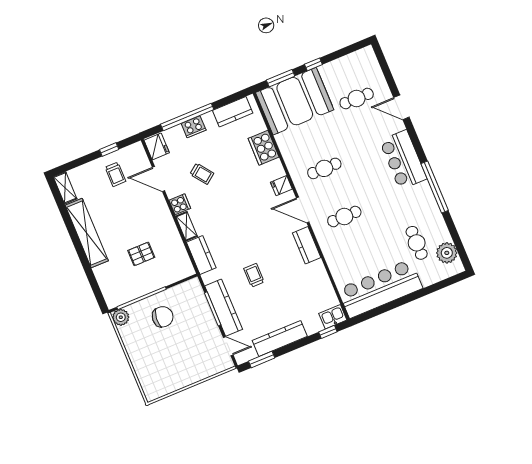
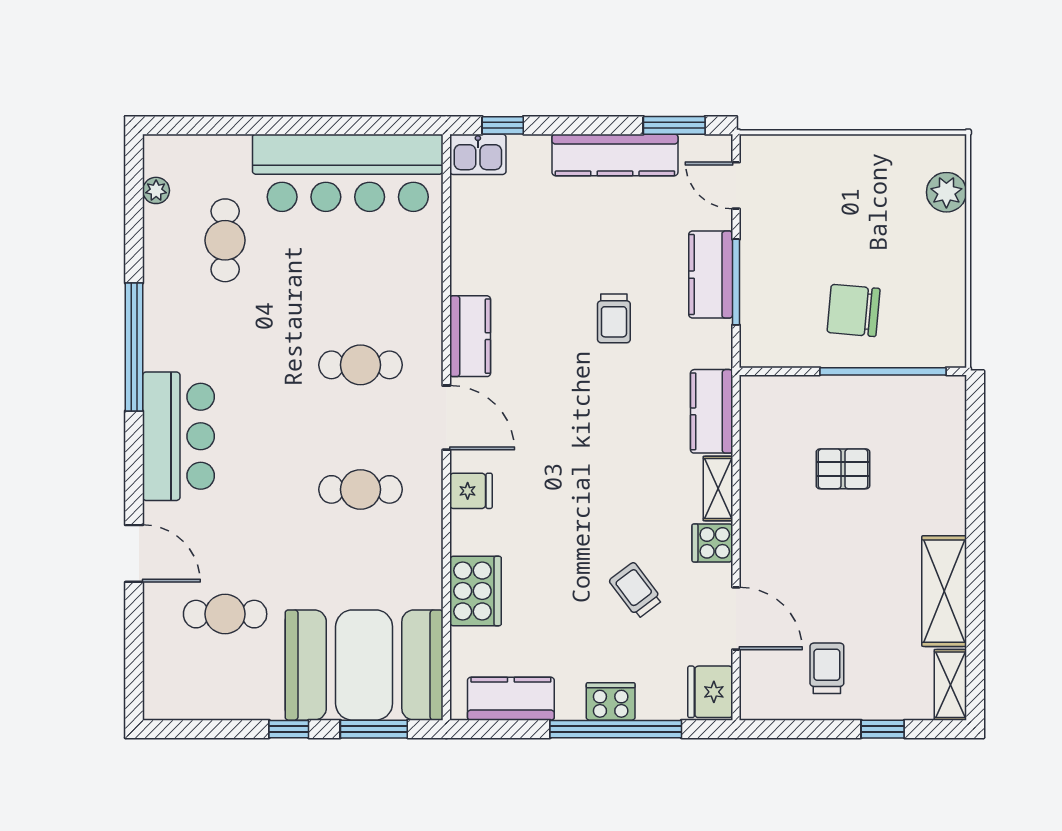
window: (109, 149) -> (883, 729), moved
shelving: (87, 233) -> (944, 591), width x0.68
plant: (447, 253) -> (156, 190), width x0.53, depth x0.53
kitchen counter: (224, 308) -> (711, 275), width x0.67
plant: (121, 317) -> (946, 192), moved

